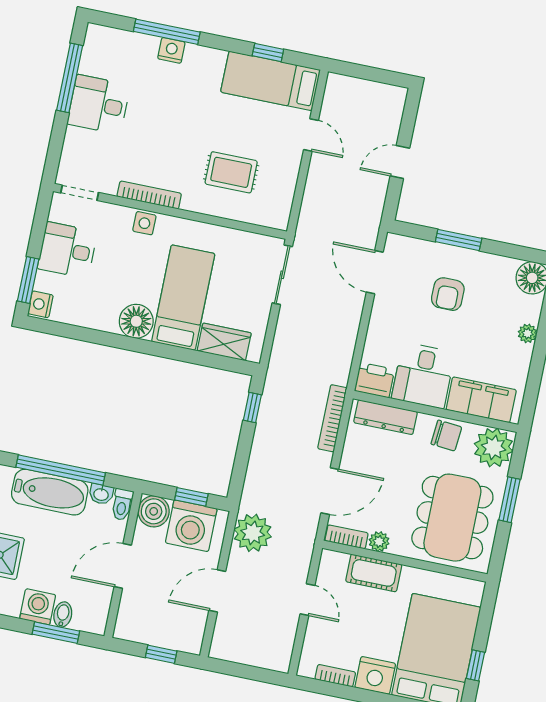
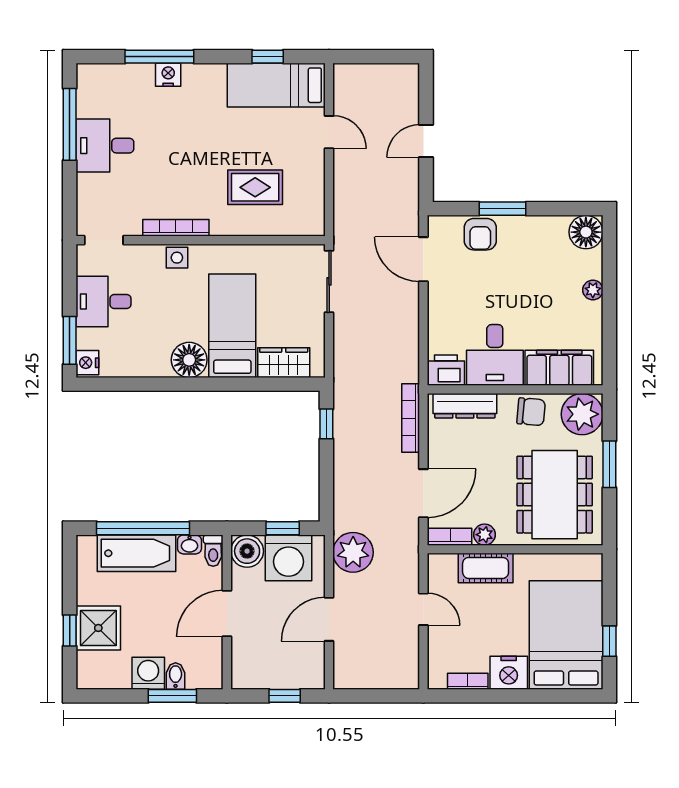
armchair: (448, 294) -> (480, 234), moved

